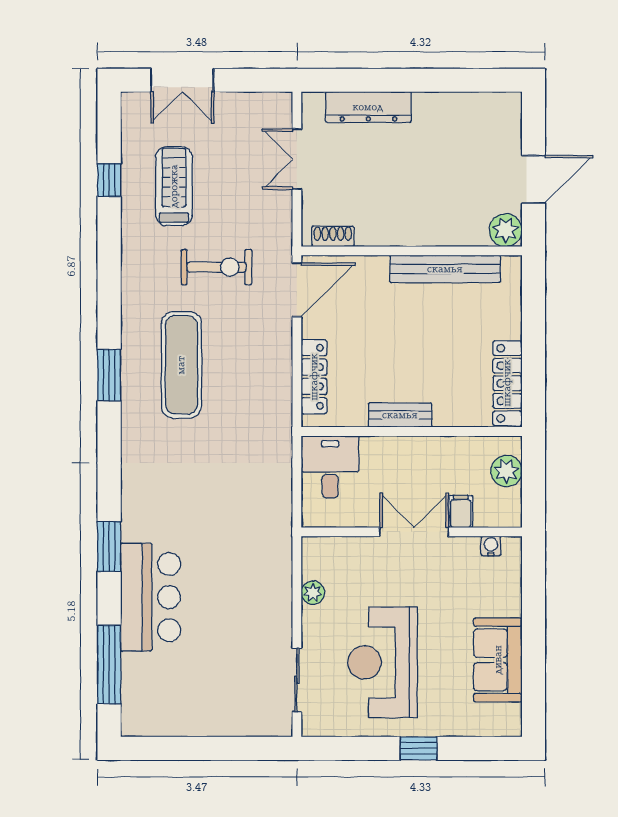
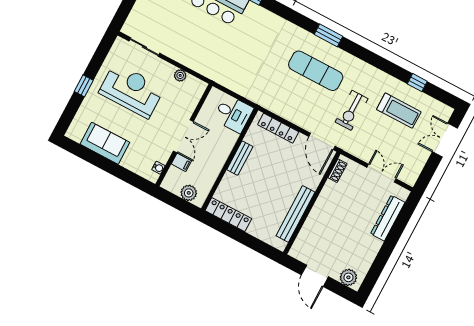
plant: (506, 230) -> (348, 277), moved

